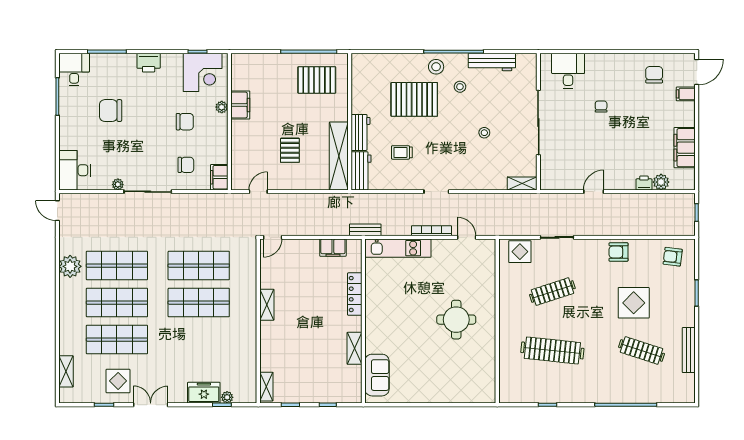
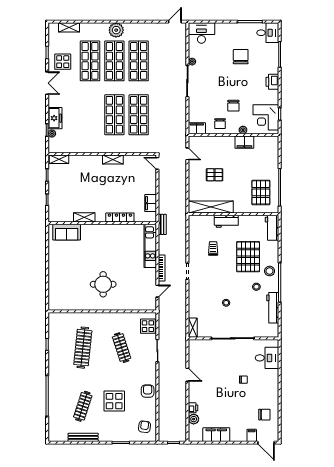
chair: (186, 165) -> (220, 124), moved
workbench: (361, 171) -> (272, 228), moved, turned 90
plant: (70, 266) -> (116, 30), moved

